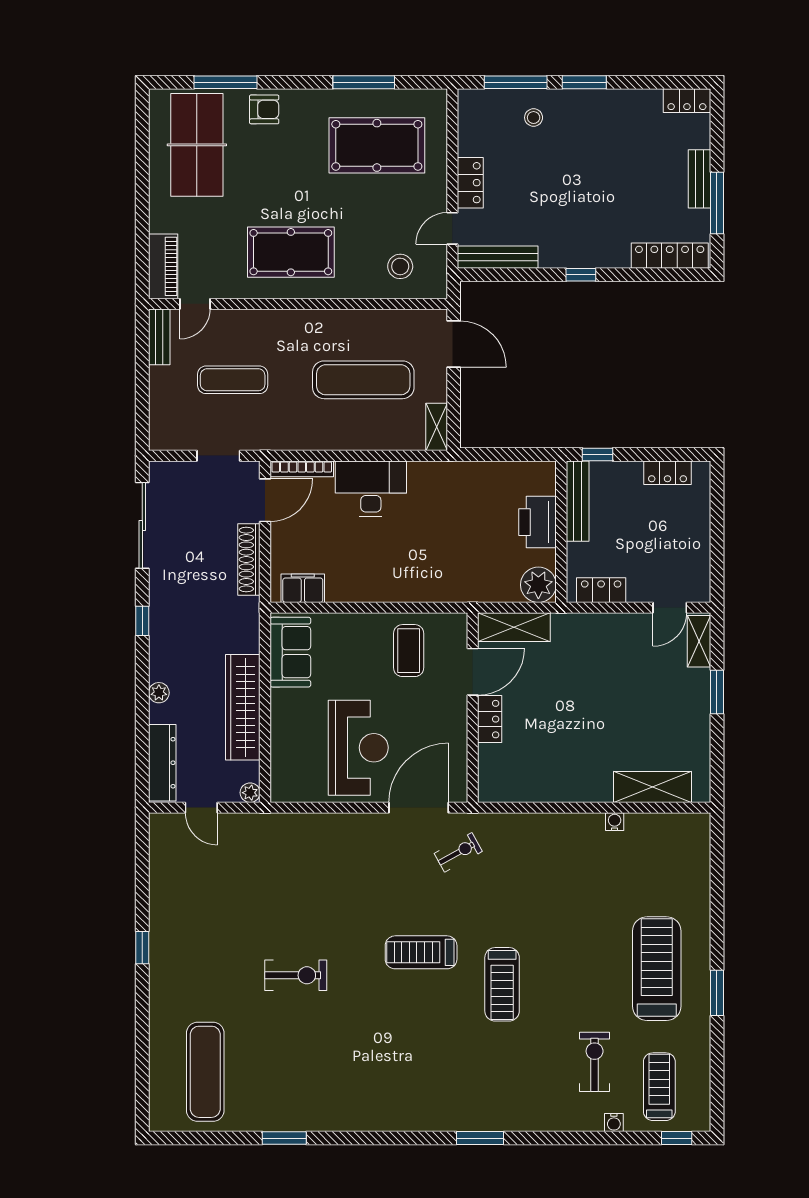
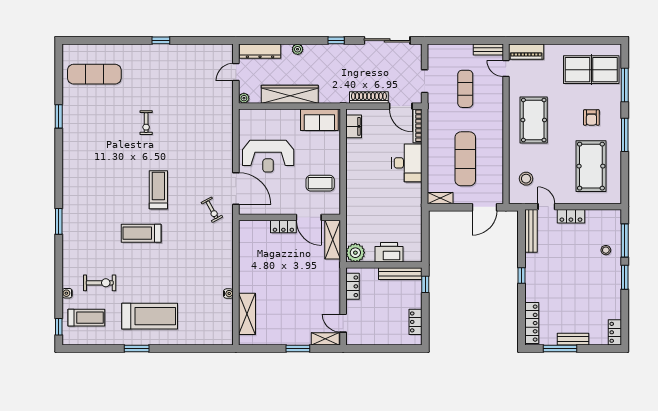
window: (364, 82) -> (625, 135), moved
armchair: (264, 109) -> (591, 117), moved
exercise bike: (296, 975) -> (146, 123), width x0.73, depth x0.72

